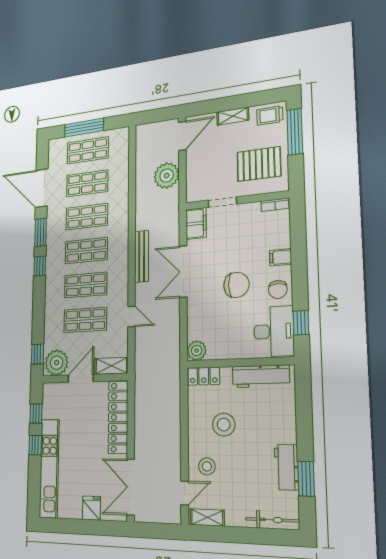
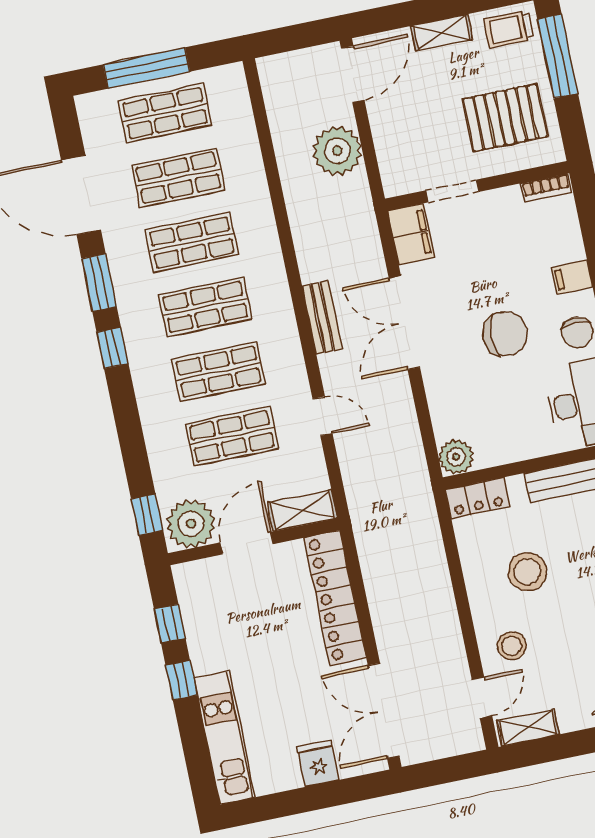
bench: (142, 256) -> (322, 317), width x0.73
kitchen unit: (49, 468) -> (225, 738), width x0.73

